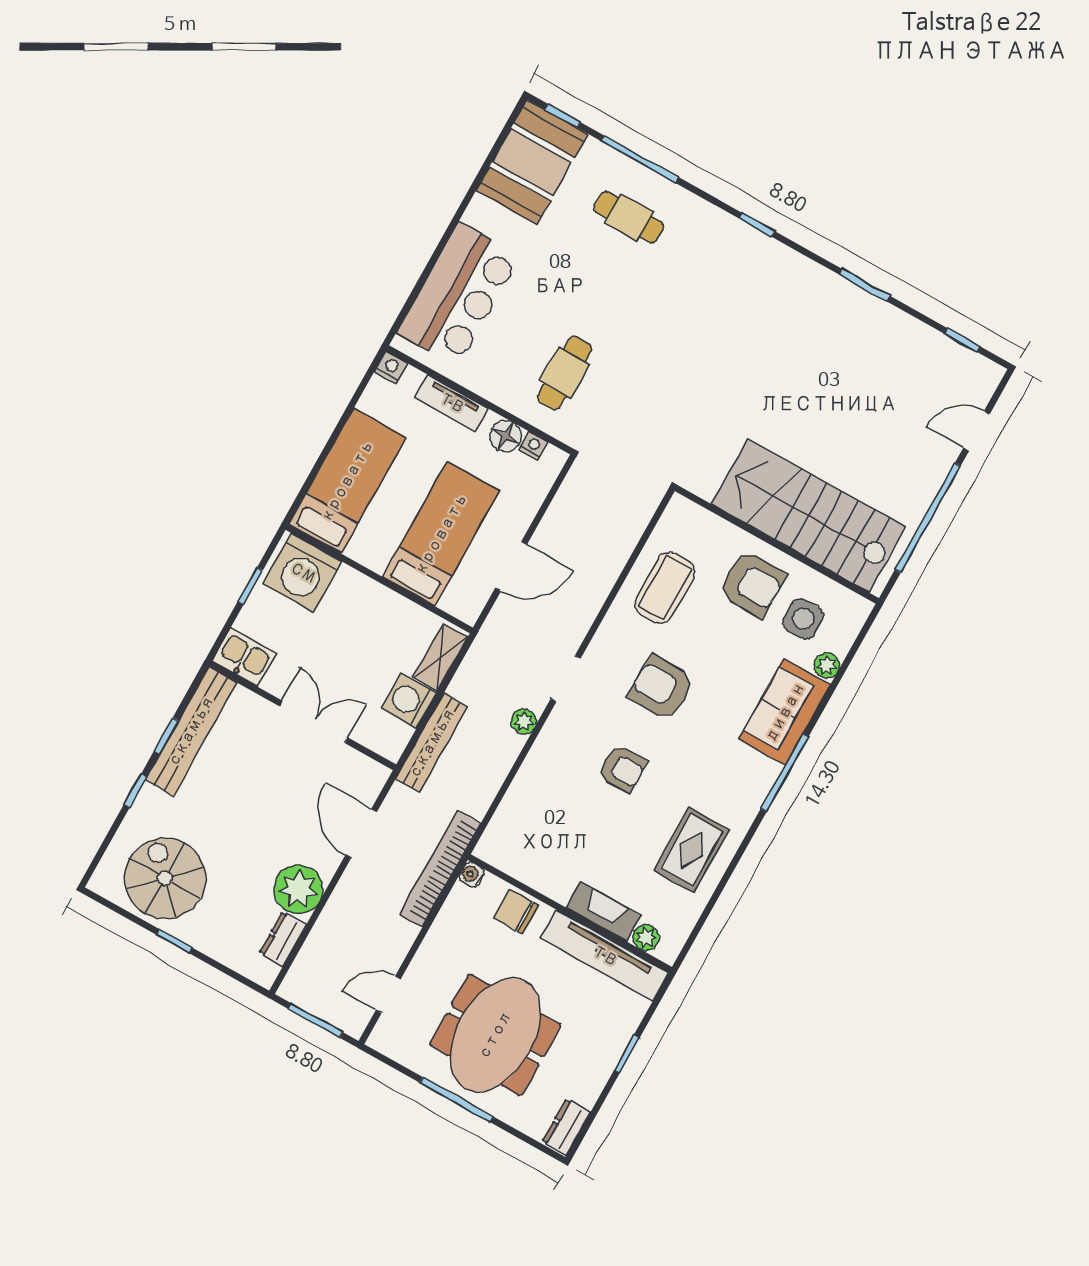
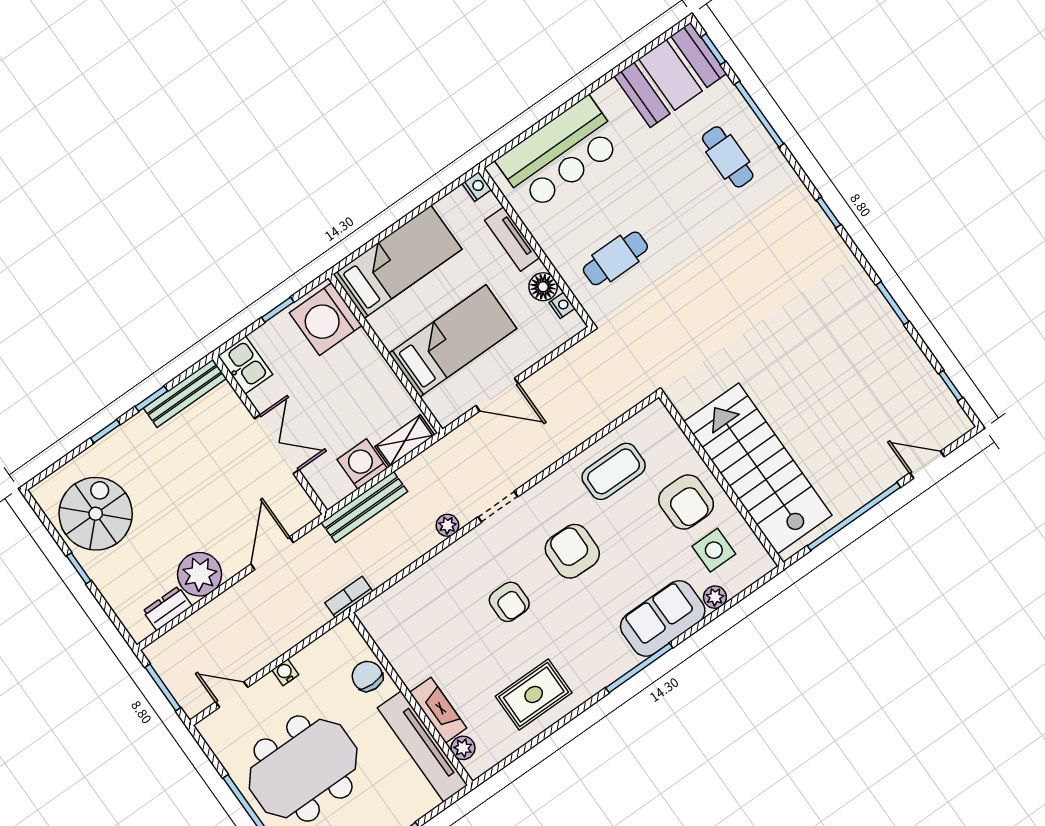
bench: (191, 731) -> (185, 393), width x0.73, depth x0.82
bookcase: (440, 869) -> (349, 597), width x0.43, depth x0.76
water cooler: (472, 875) -> (285, 672), moved

